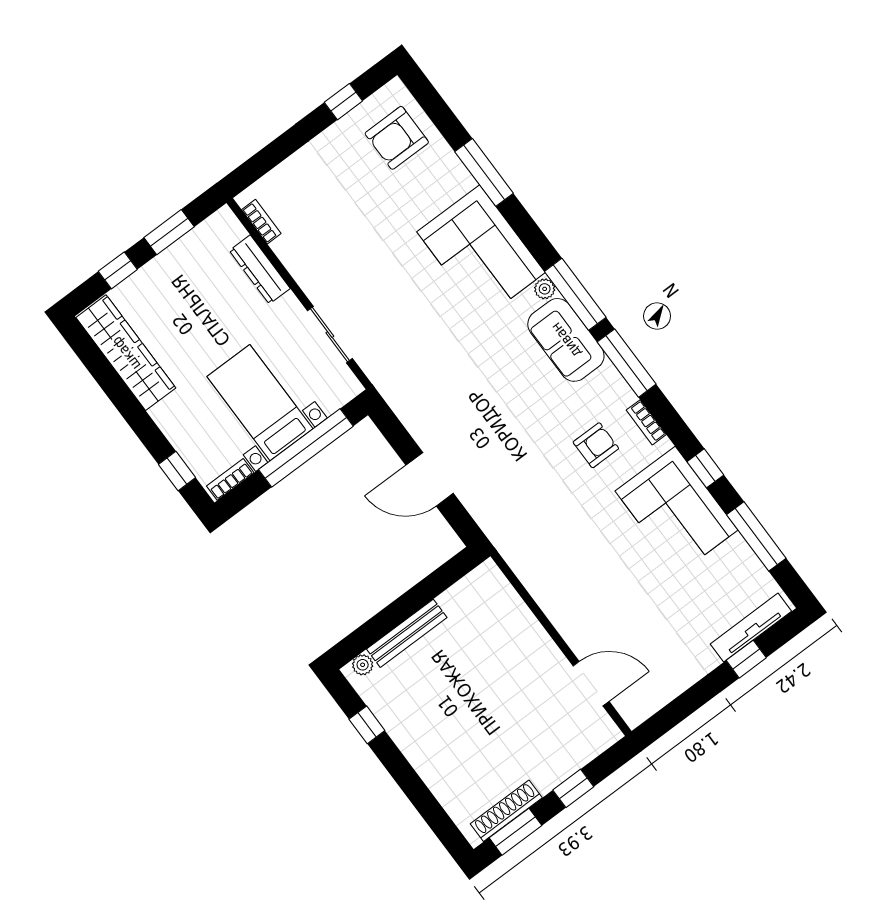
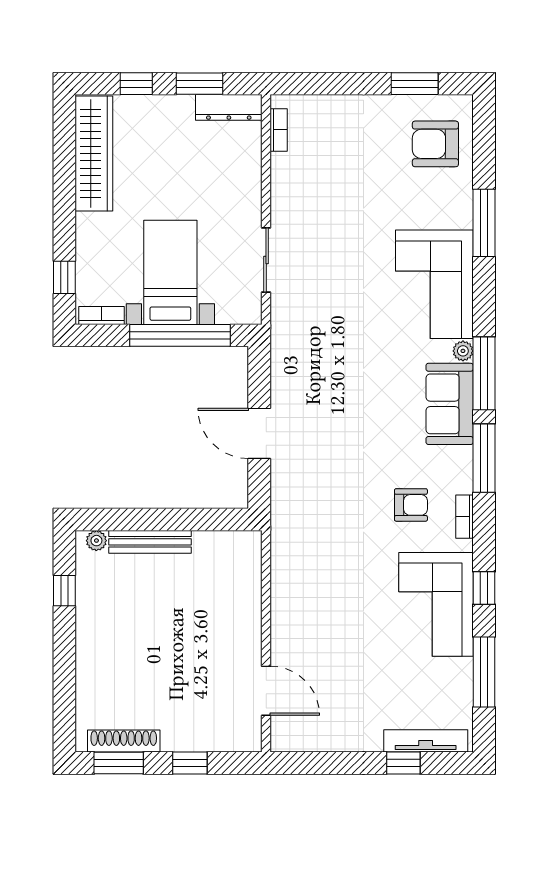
window: (343, 102) -> (415, 84), width x1.50
dresser: (260, 269) -> (229, 107), moved, turned -90

